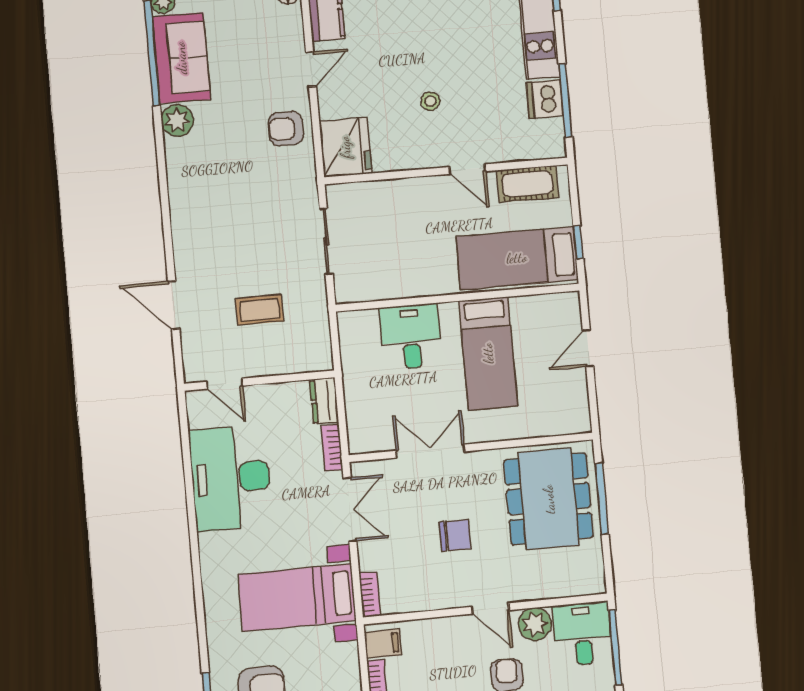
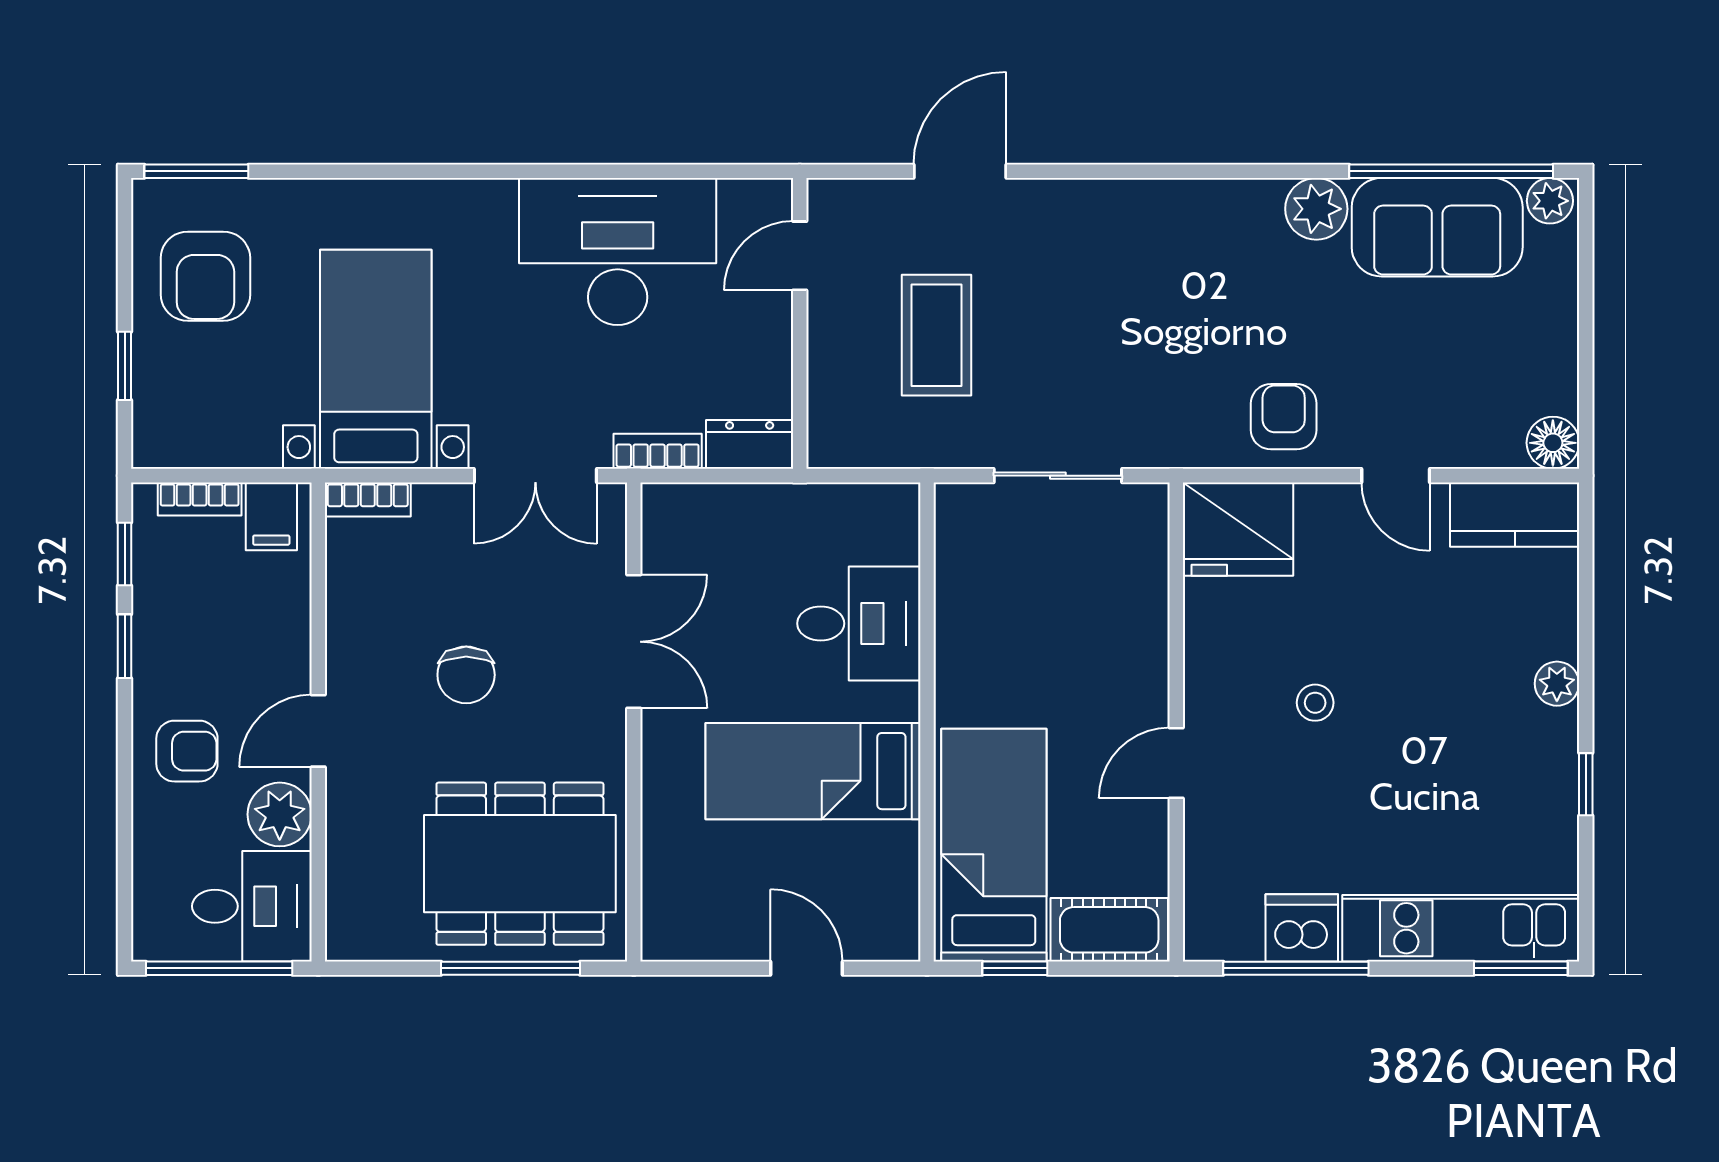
cot: (527, 184) -> (1109, 930), moved, turned 90
coffee table: (259, 310) -> (937, 335), width x1.36, depth x1.30

